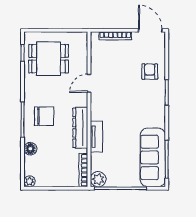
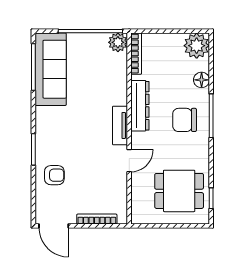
armchair: (150, 72) -> (54, 175), turned -90
tv unit: (96, 137) -> (120, 125), moved
plant: (29, 181) -> (197, 46), width x1.87, depth x1.87

